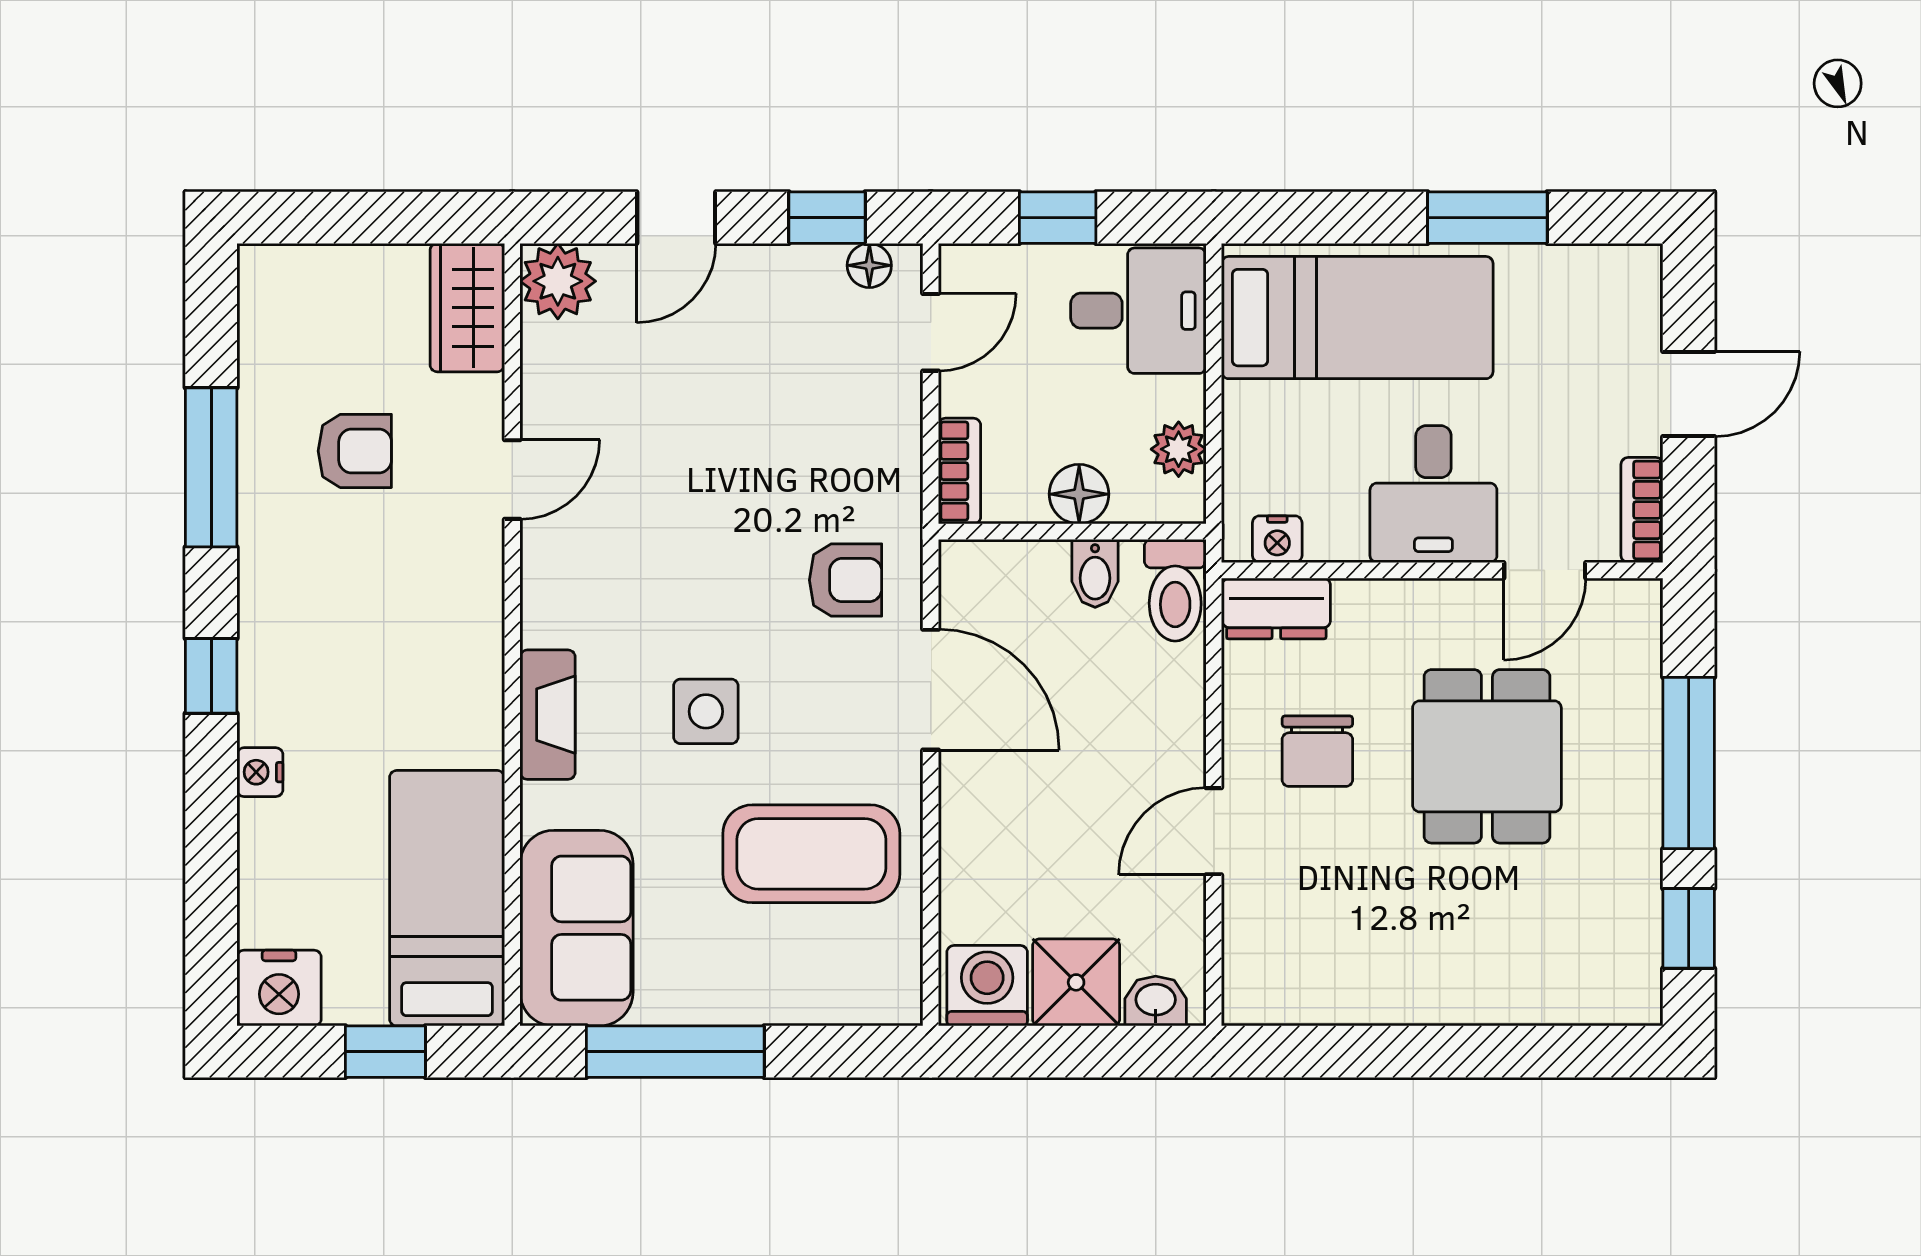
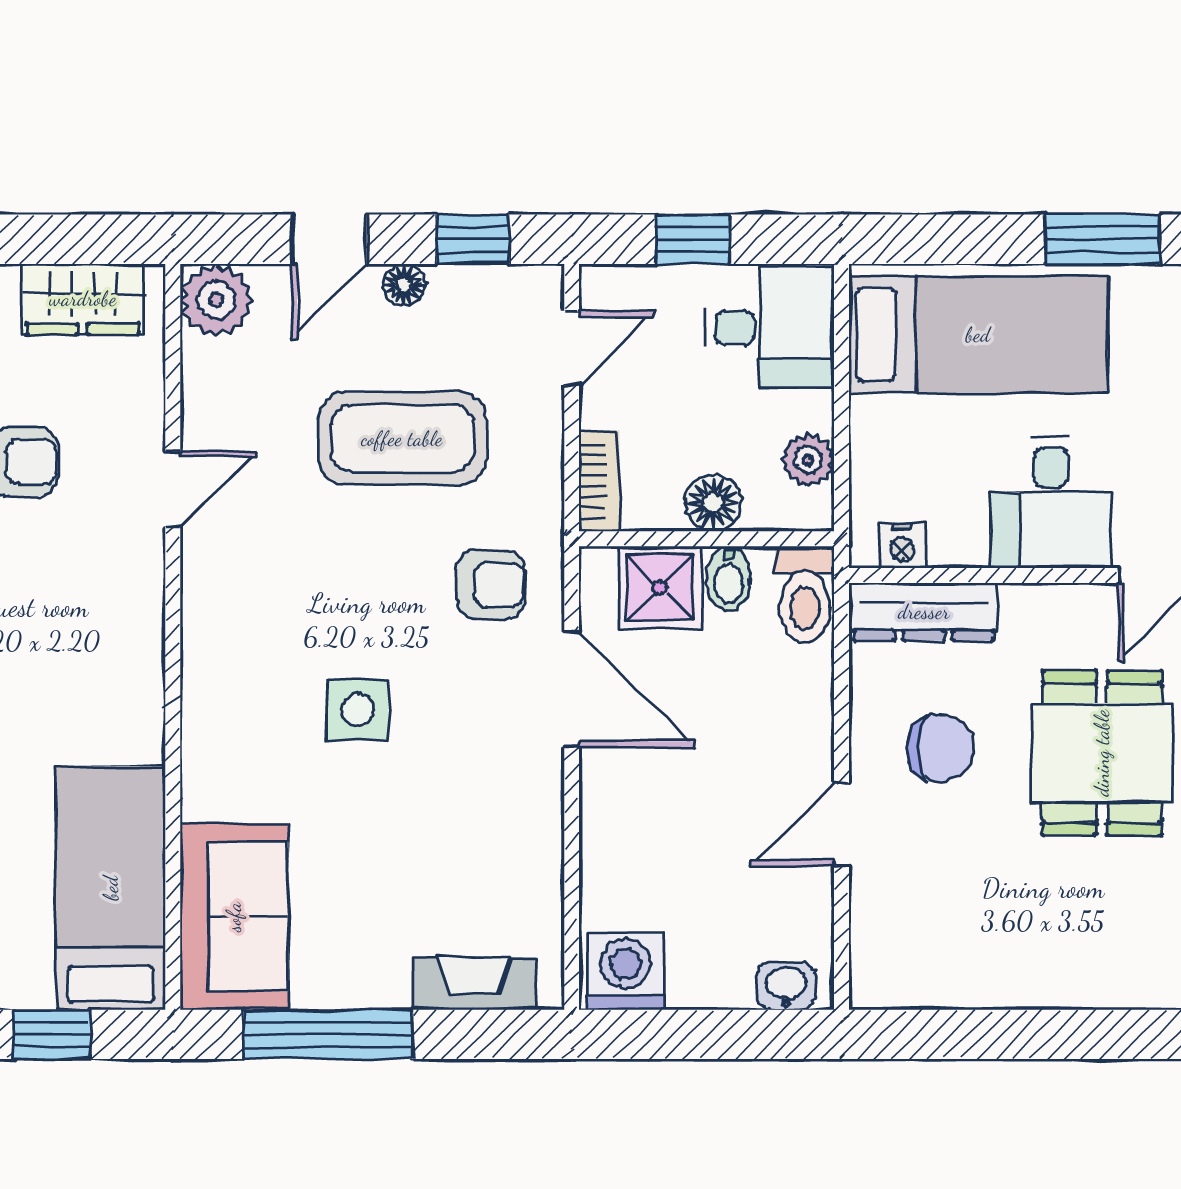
floor lamp: (869, 265) -> (404, 285), moved
wardrobe: (467, 308) -> (83, 299), moved, turned -90
dresser: (1276, 608) -> (924, 612), width x1.44
fireplace: (548, 715) -> (474, 983), moved, turned -90
chair: (1317, 751) -> (940, 748), turned -90
coffee table: (811, 854) -> (402, 439), moved
shower: (1076, 982) -> (660, 588), moved

